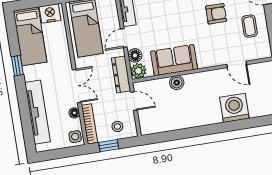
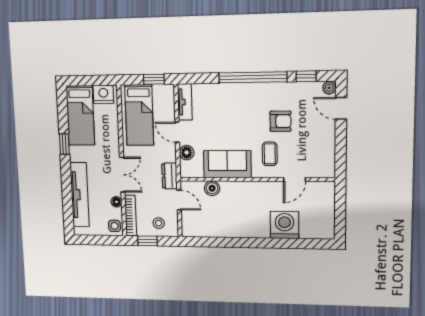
coffee table: (250, 26) -> (270, 154), moved
door: (124, 38) -> (177, 132), hinge flipped
door: (237, 64) -> (294, 180), hinge flipped
plant: (138, 71) -> (188, 169), removed
dresser: (121, 74) -> (169, 176), width x0.70
boiler: (177, 83) -> (212, 188), moved

